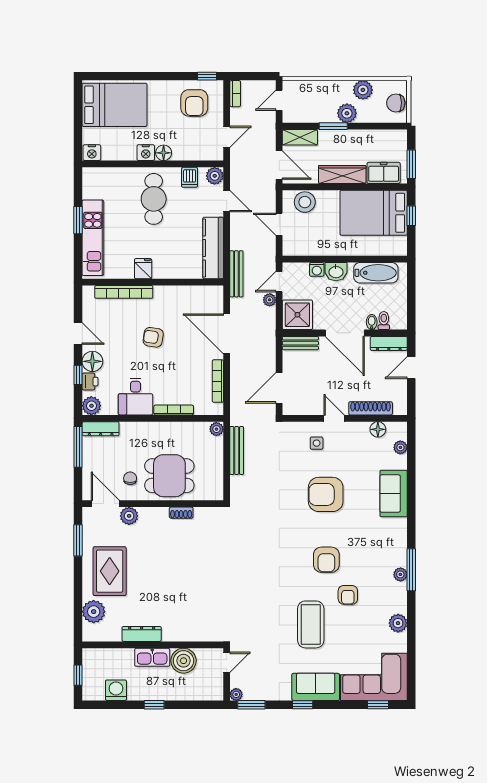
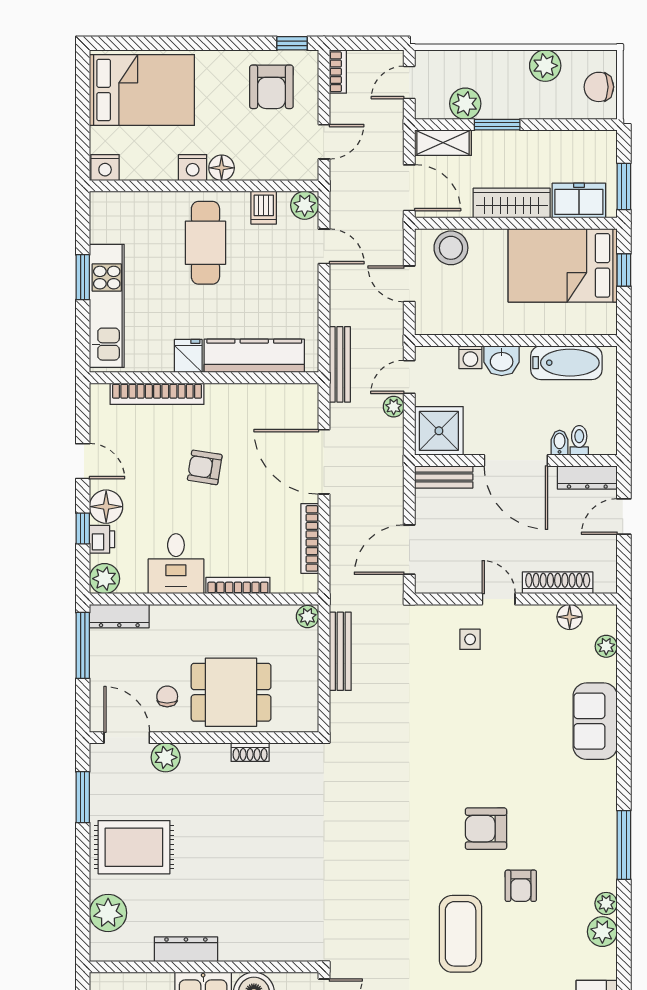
plant: (347, 113) -> (465, 104), moved
kitchen counter: (213, 248) -> (254, 356), moved, turned 90
armchair: (326, 494) -> (485, 723), removed
armchair: (326, 560) -> (486, 829), turned 90
rug: (110, 571) -> (134, 847), turned 90
plant: (400, 574) -> (606, 903), moved

